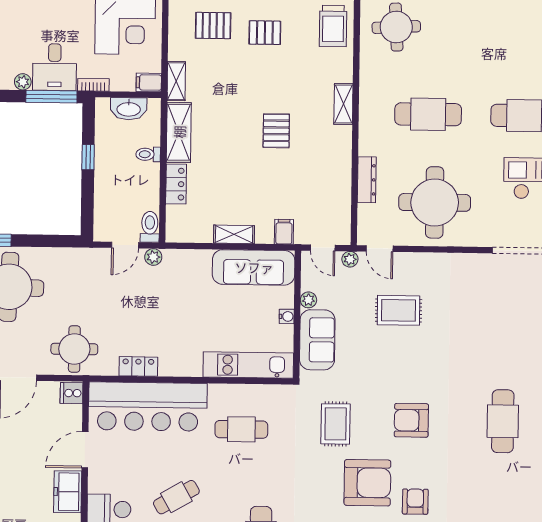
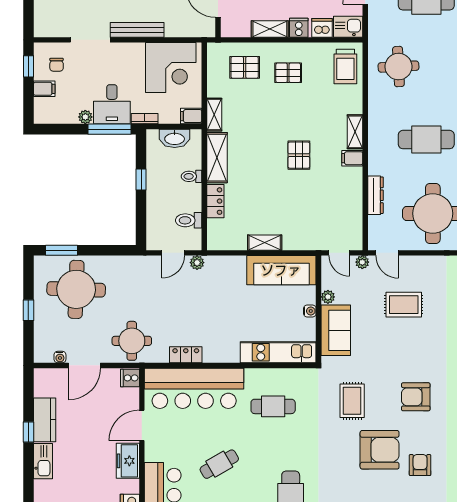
toilet: (150, 227) -> (189, 220), moved, turned -90
filing cabinet: (284, 232) -> (352, 158), moved, turned -90

